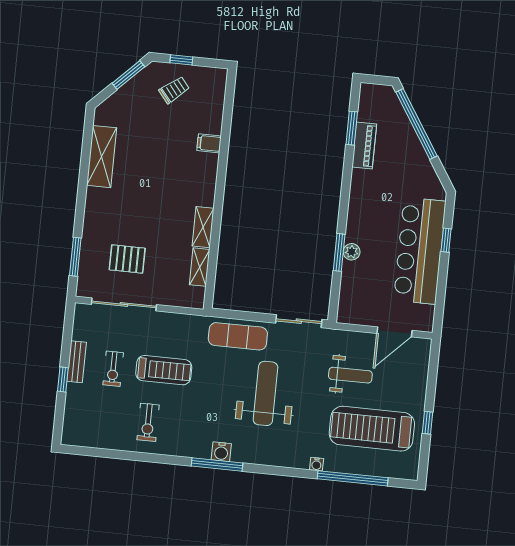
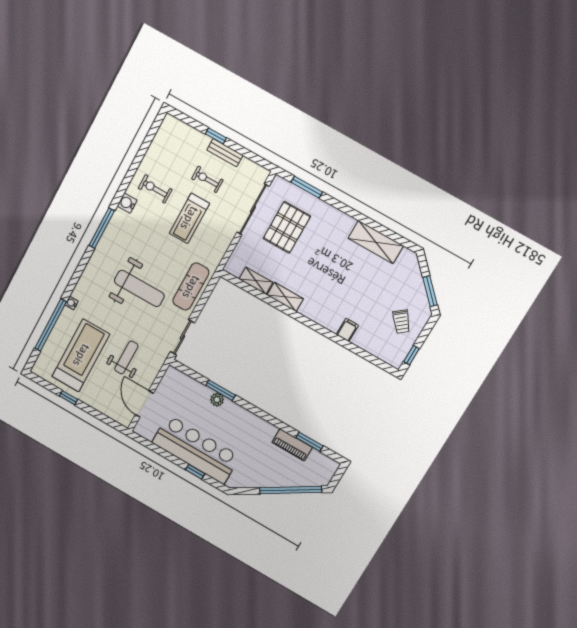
window: (181, 60) -> (412, 355), moved
pallet: (127, 259) -> (287, 227), width x1.50, depth x1.42
weight bench: (350, 375) -> (126, 357), turned 180
water cooler: (221, 452) -> (127, 203), moved

